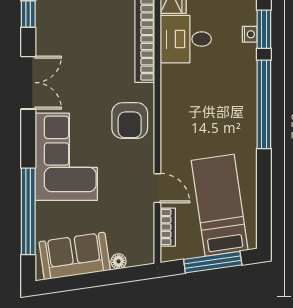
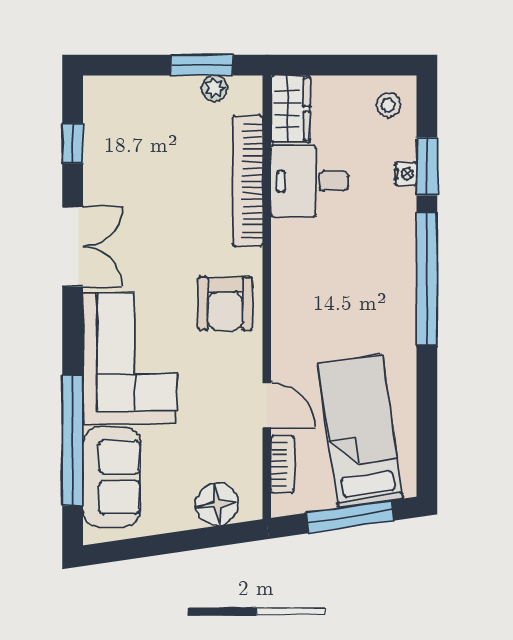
sofa: (75, 256) -> (112, 477), moved, turned 98
floor lamp: (118, 261) -> (217, 504), width x1.89, depth x1.89

